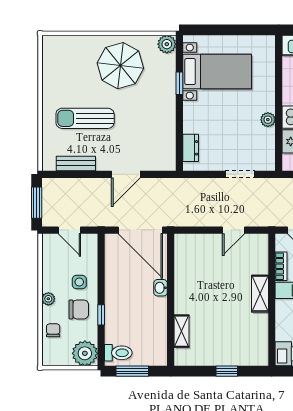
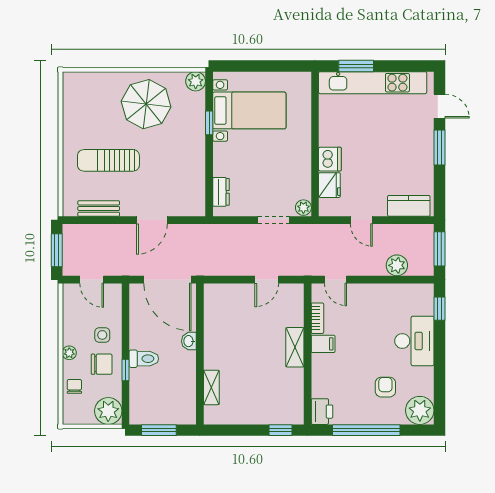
plant: (268, 120) -> (303, 208), moved
toilet: (118, 353) -> (144, 359), moved
window: (227, 371) -> (280, 430), moved

